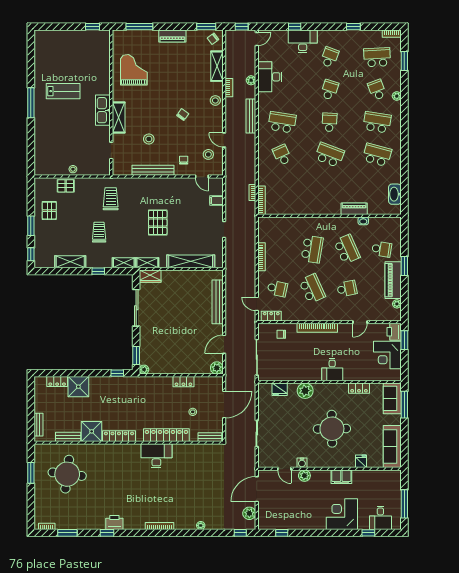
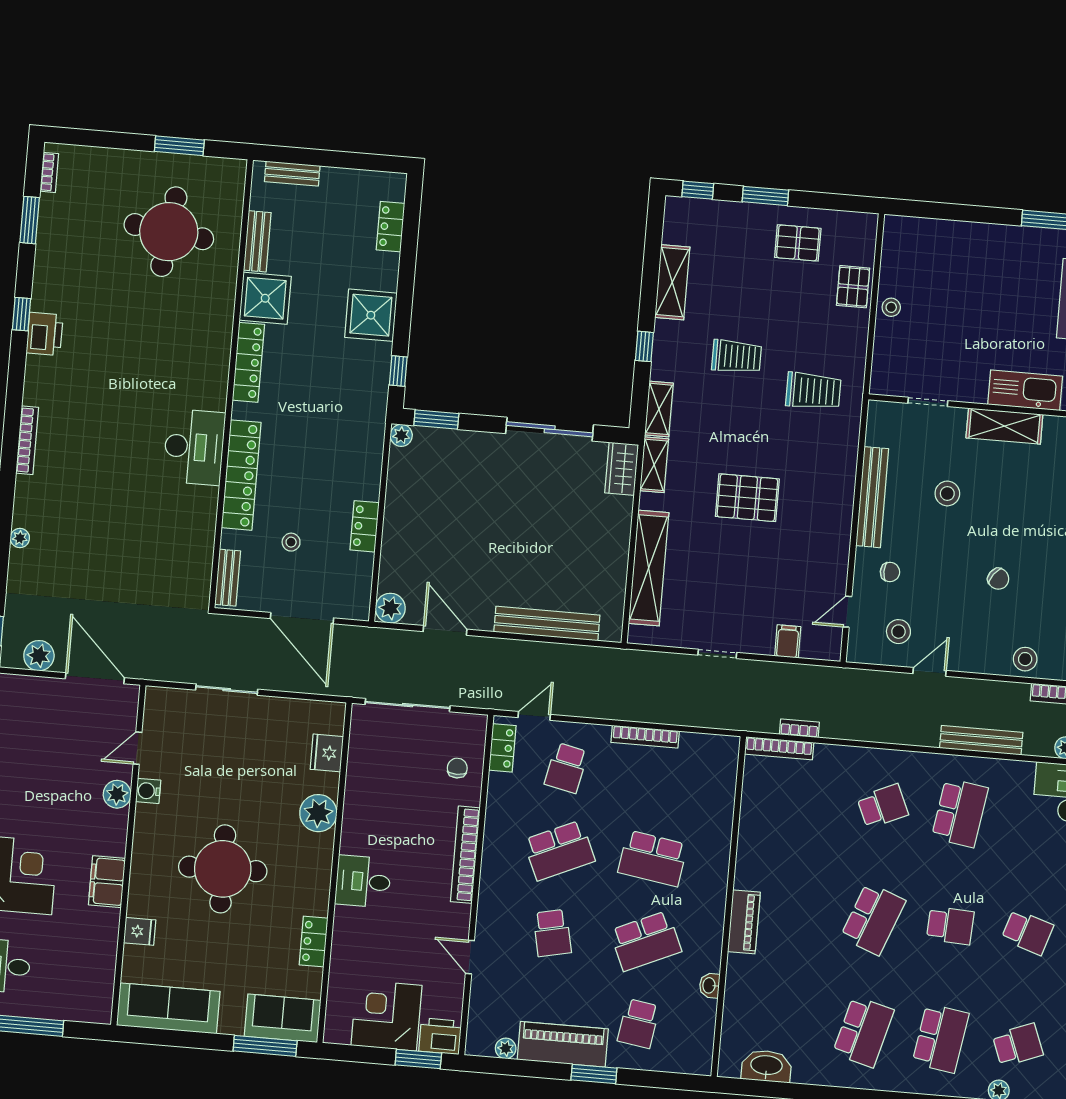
piano: (354, 209) -> (744, 922), moved
shower: (78, 387) -> (371, 315), moved

